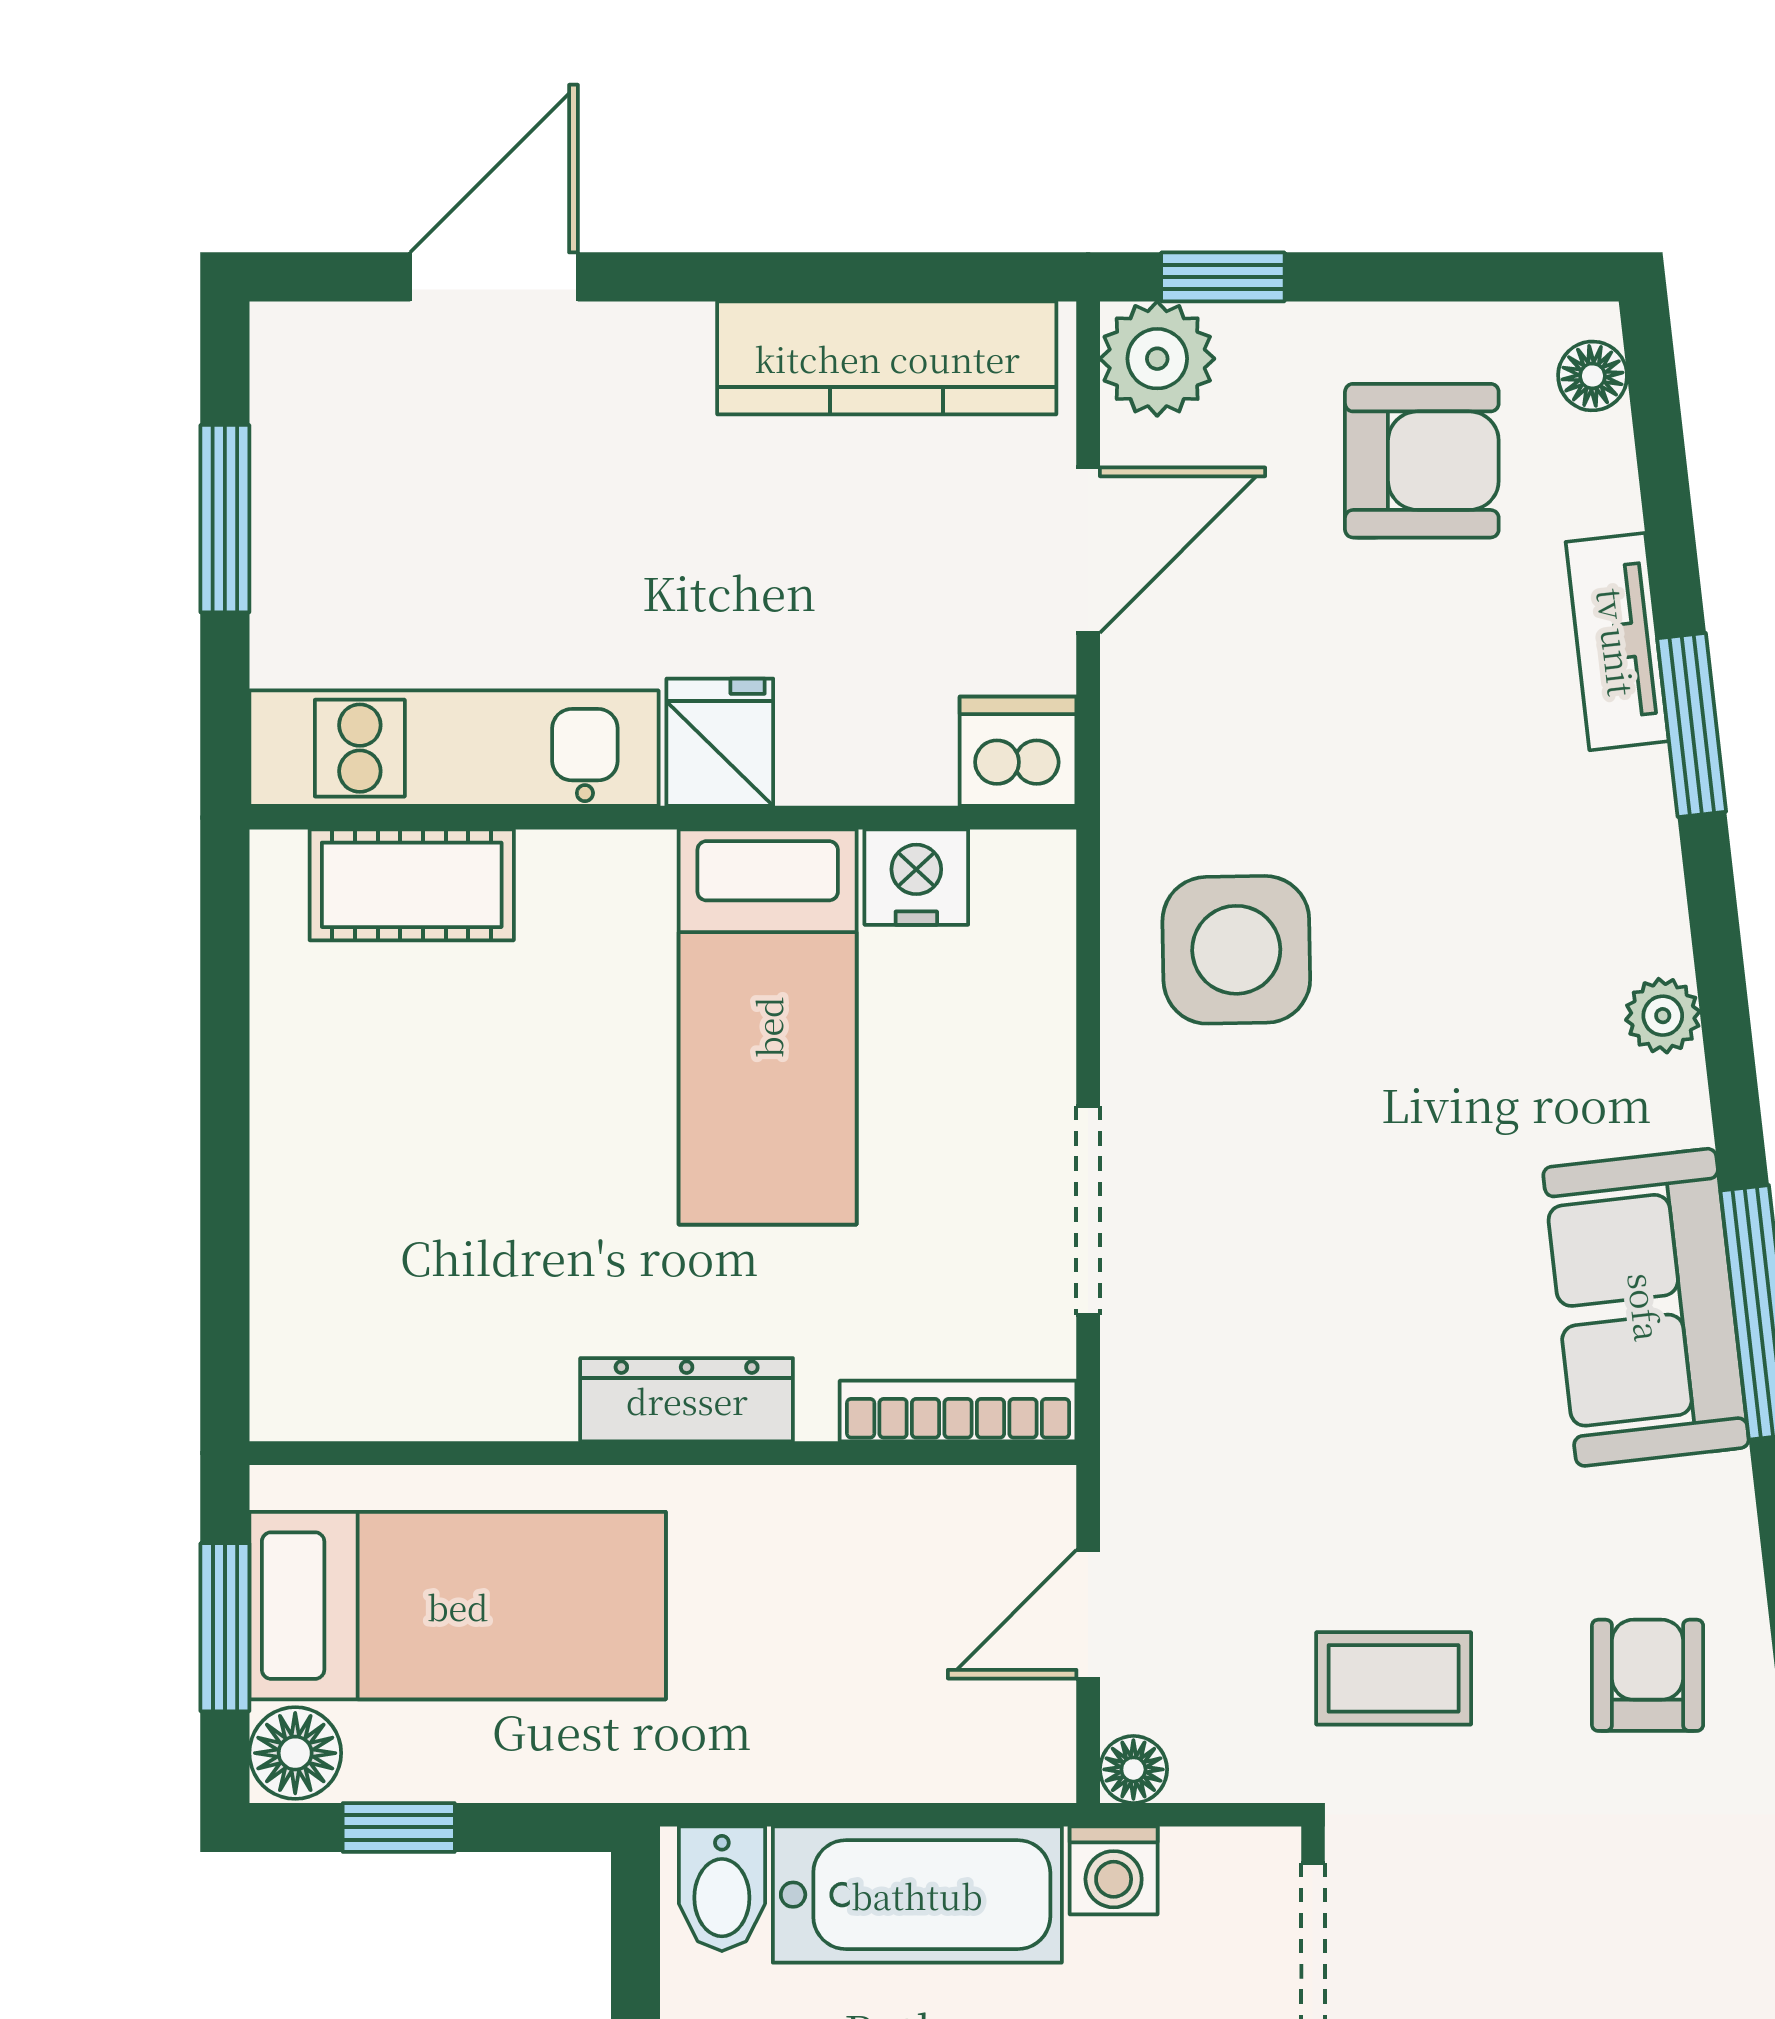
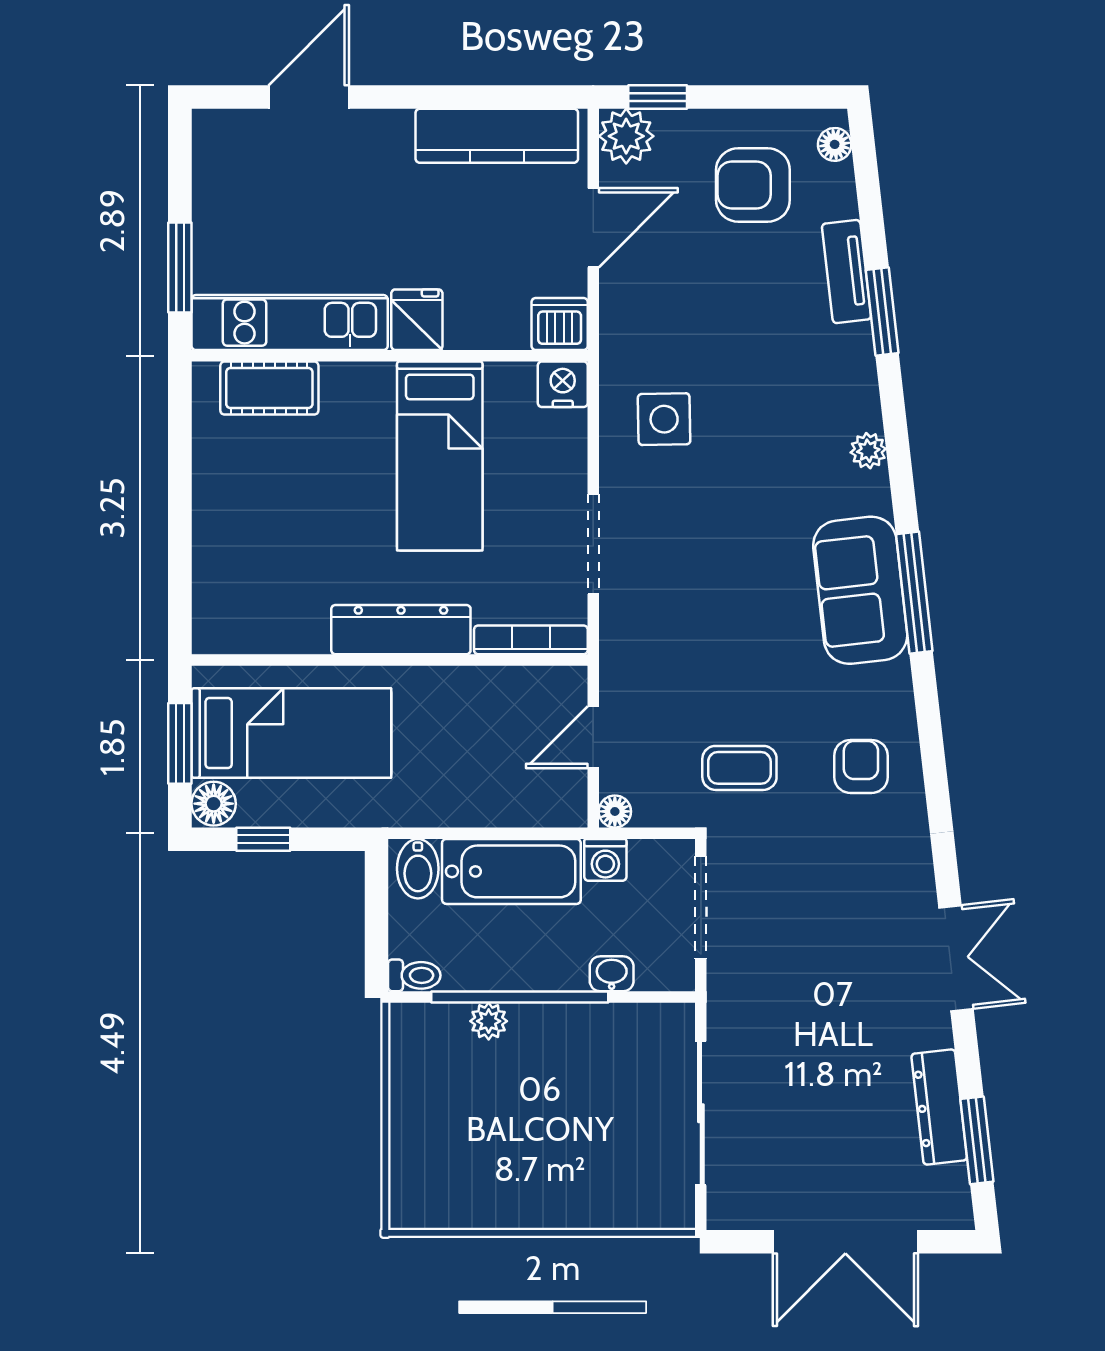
armchair: (1422, 461) -> (753, 185), turned 180
window: (225, 519) -> (180, 267), moved
nightstand: (916, 877) -> (563, 384), moved
side table: (1236, 950) -> (664, 419), width x0.73, depth x0.73
dresser: (687, 1400) -> (401, 630), width x1.37, depth x1.24

